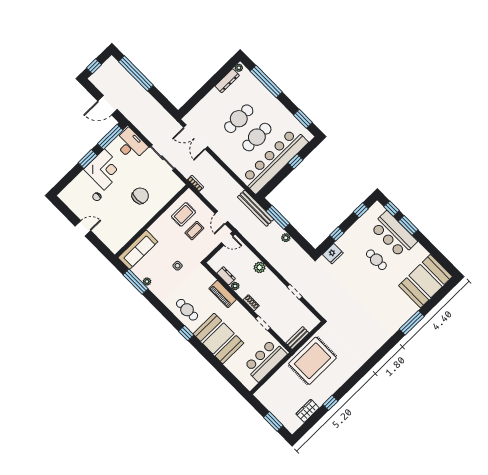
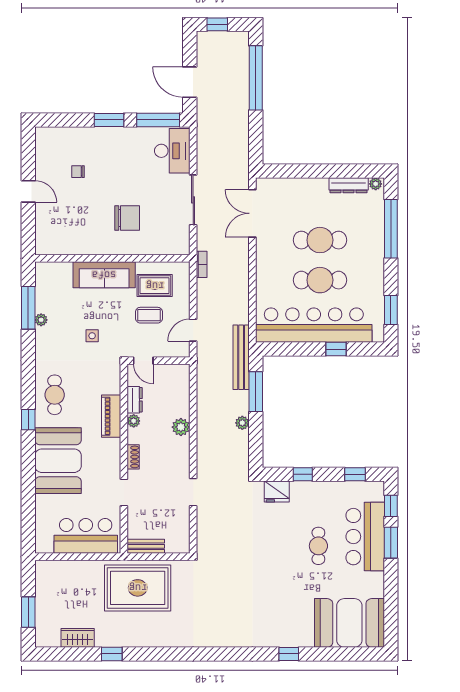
corner desk: (104, 169) -> (116, 149), removed
door: (227, 239) -> (143, 361), moved
sofa: (138, 250) -> (104, 275), moved
window: (412, 323) -> (289, 654), width x0.46

